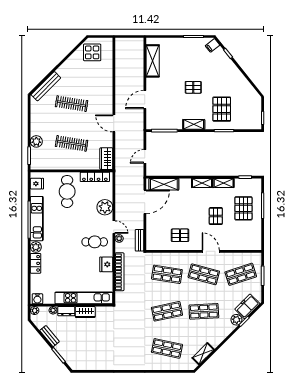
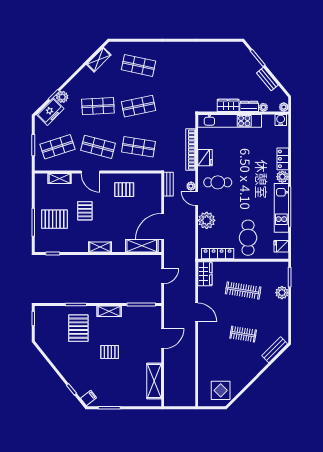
bench: (46, 86) -> (275, 350), width x0.73
clothes rail: (72, 104) -> (243, 334), width x0.73
shelving: (224, 183) -> (60, 178), moved
pallet: (243, 208) -> (54, 219), turned 90

